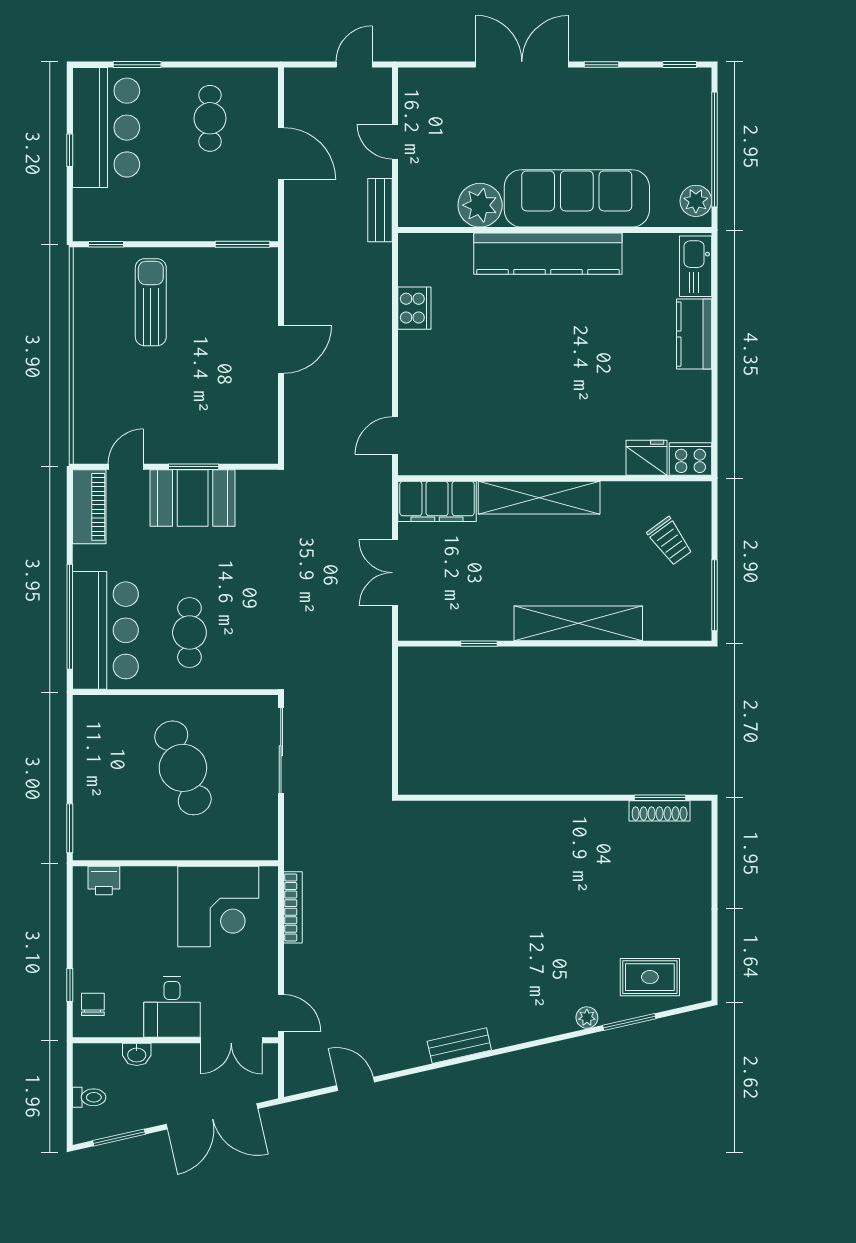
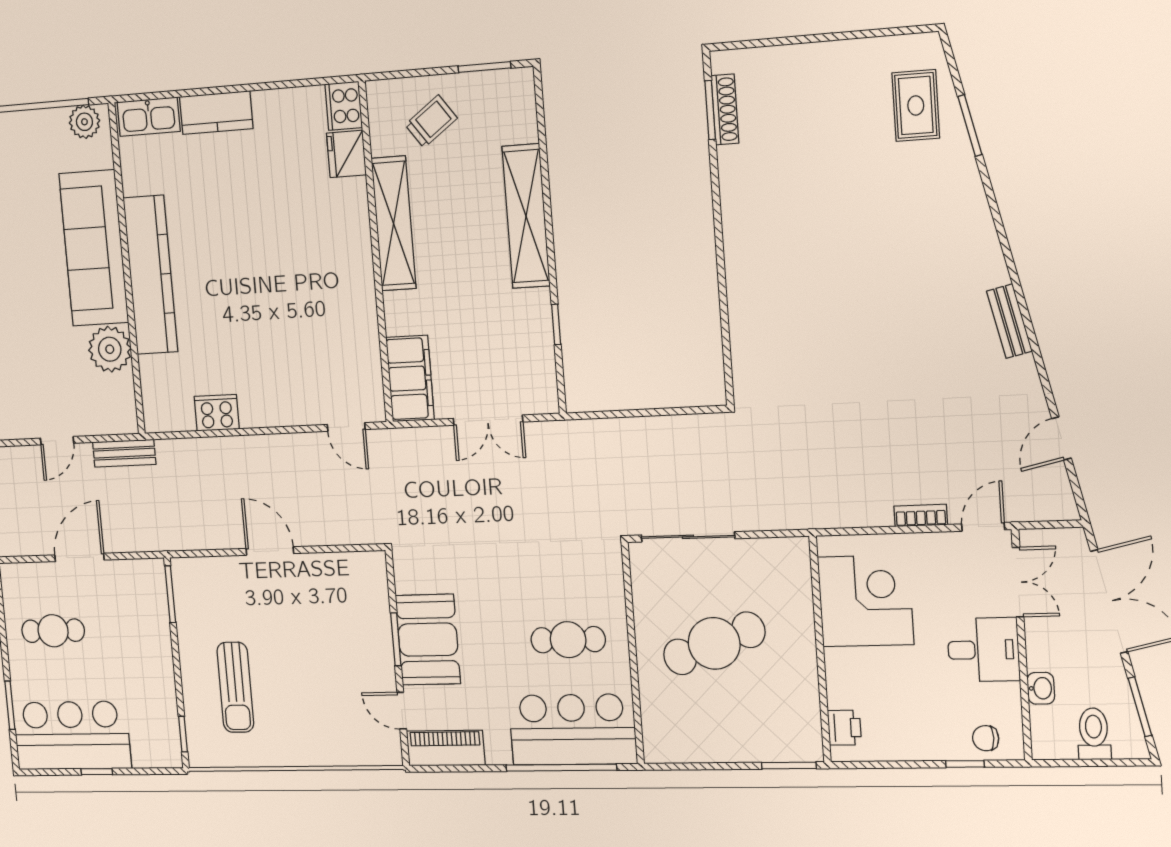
sun lounger: (151, 302) -> (235, 687), turned -90
shelving: (539, 498) -> (394, 223), moved
window: (715, 595) -> (484, 67), width x0.69
bookcase: (293, 907) -> (921, 515), moved, width x0.64
plant: (587, 1018) -> (968, 175), removed
toilet: (89, 1097) -> (1094, 734), width x1.37, depth x1.39

